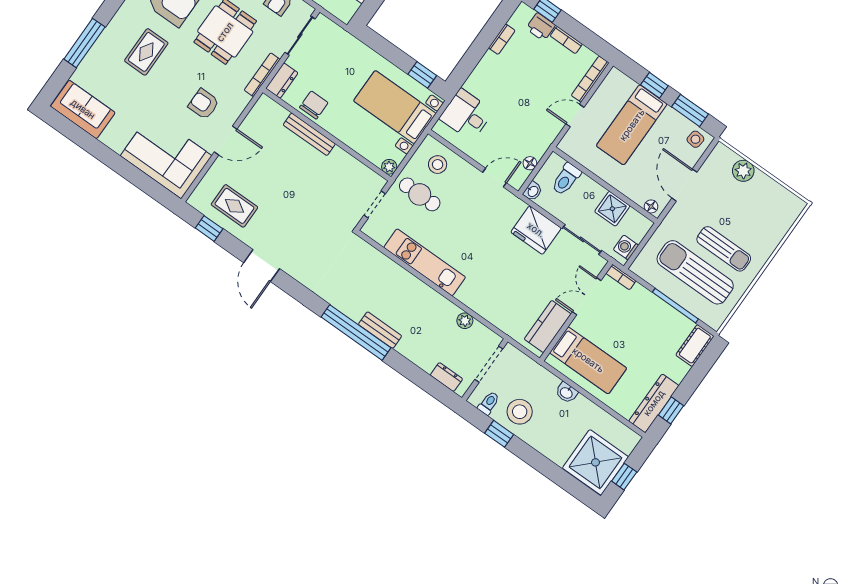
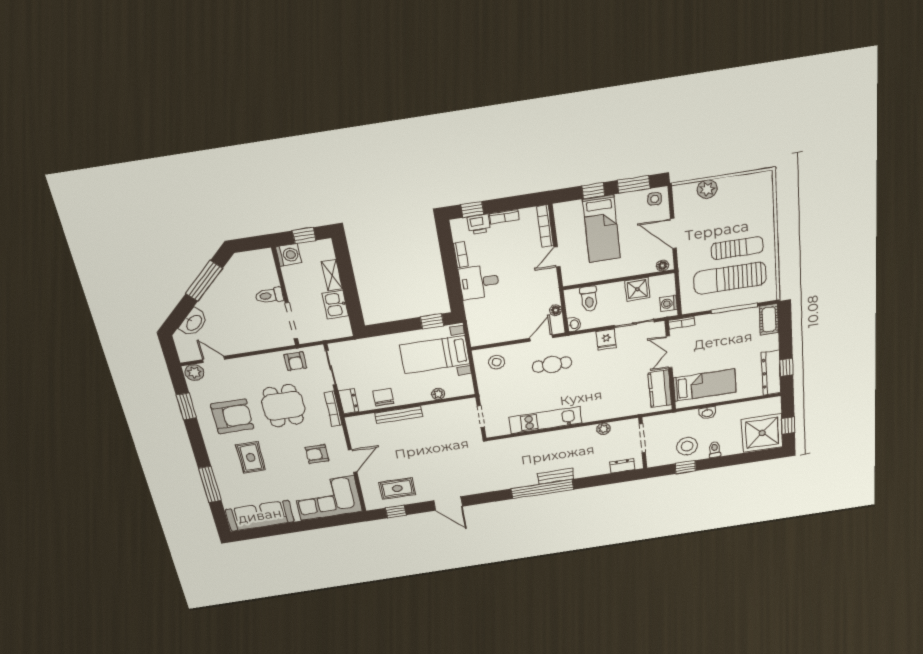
sofa: (83, 109) -> (260, 516), width x1.36
desk: (466, 115) -> (479, 282), moved
plant: (389, 167) -> (438, 394), moved
cafe table: (420, 194) -> (552, 365), moved
fridge: (536, 230) -> (606, 339), width x0.53, depth x0.75
toilet: (489, 403) -> (715, 450), moved

